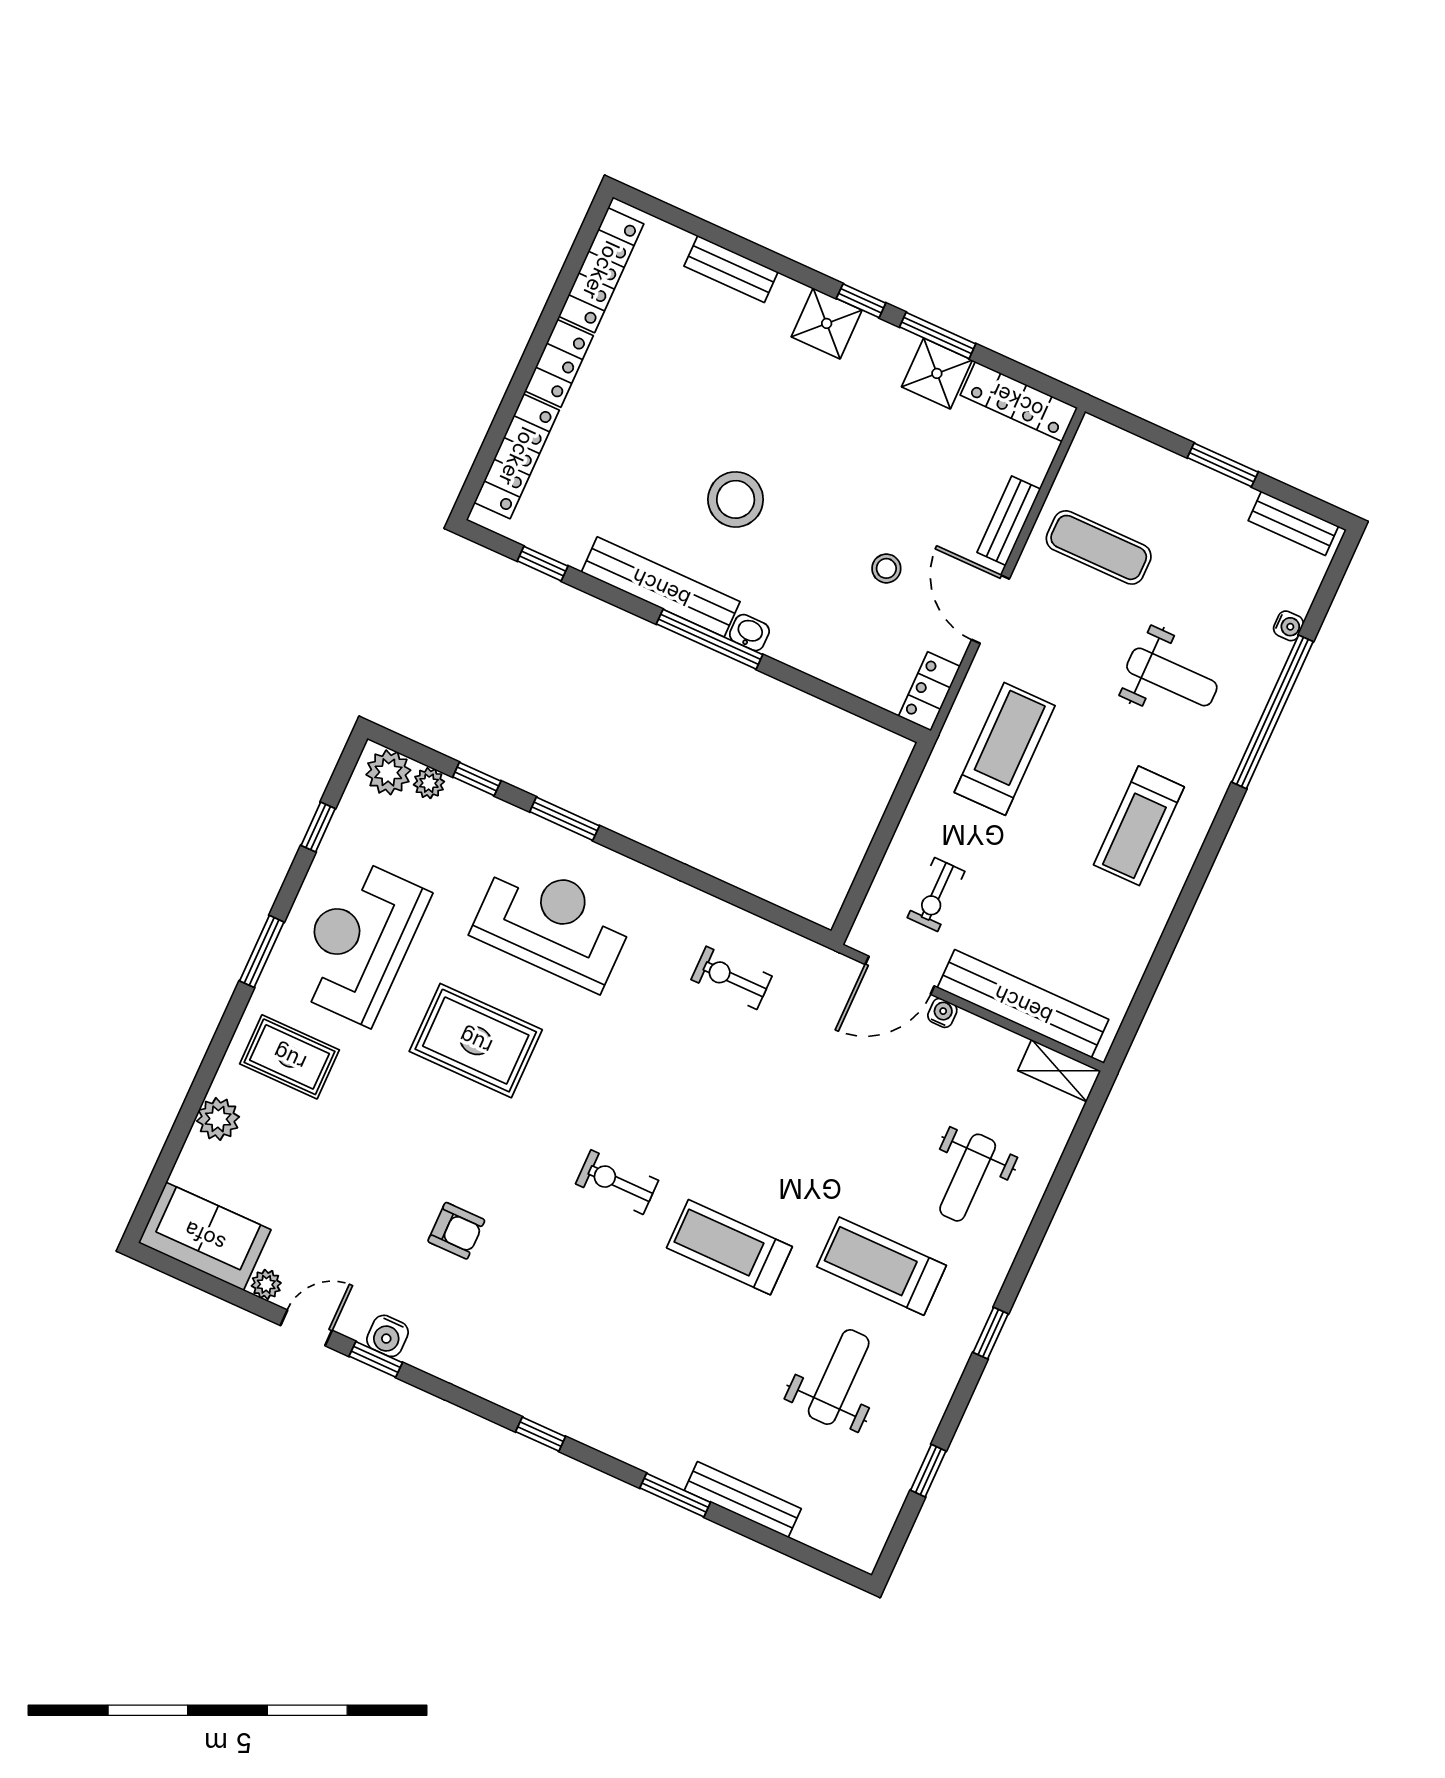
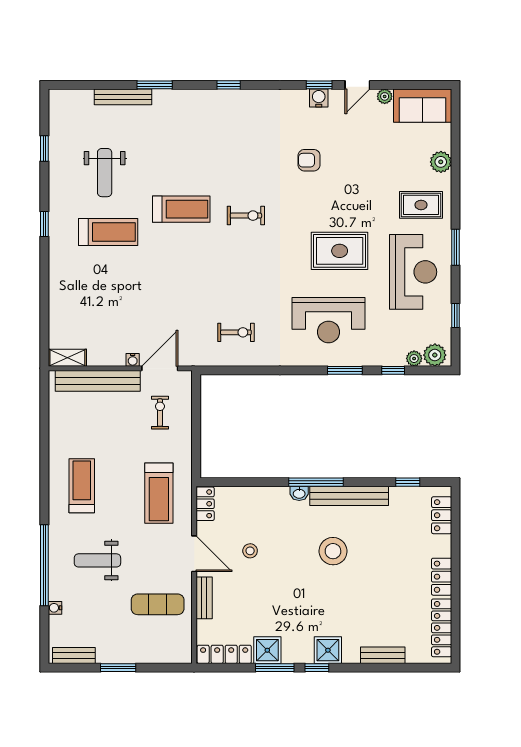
locker: (517, 456) -> (442, 515), width x0.66
weight bench: (968, 1178) -> (87, 290), removed

